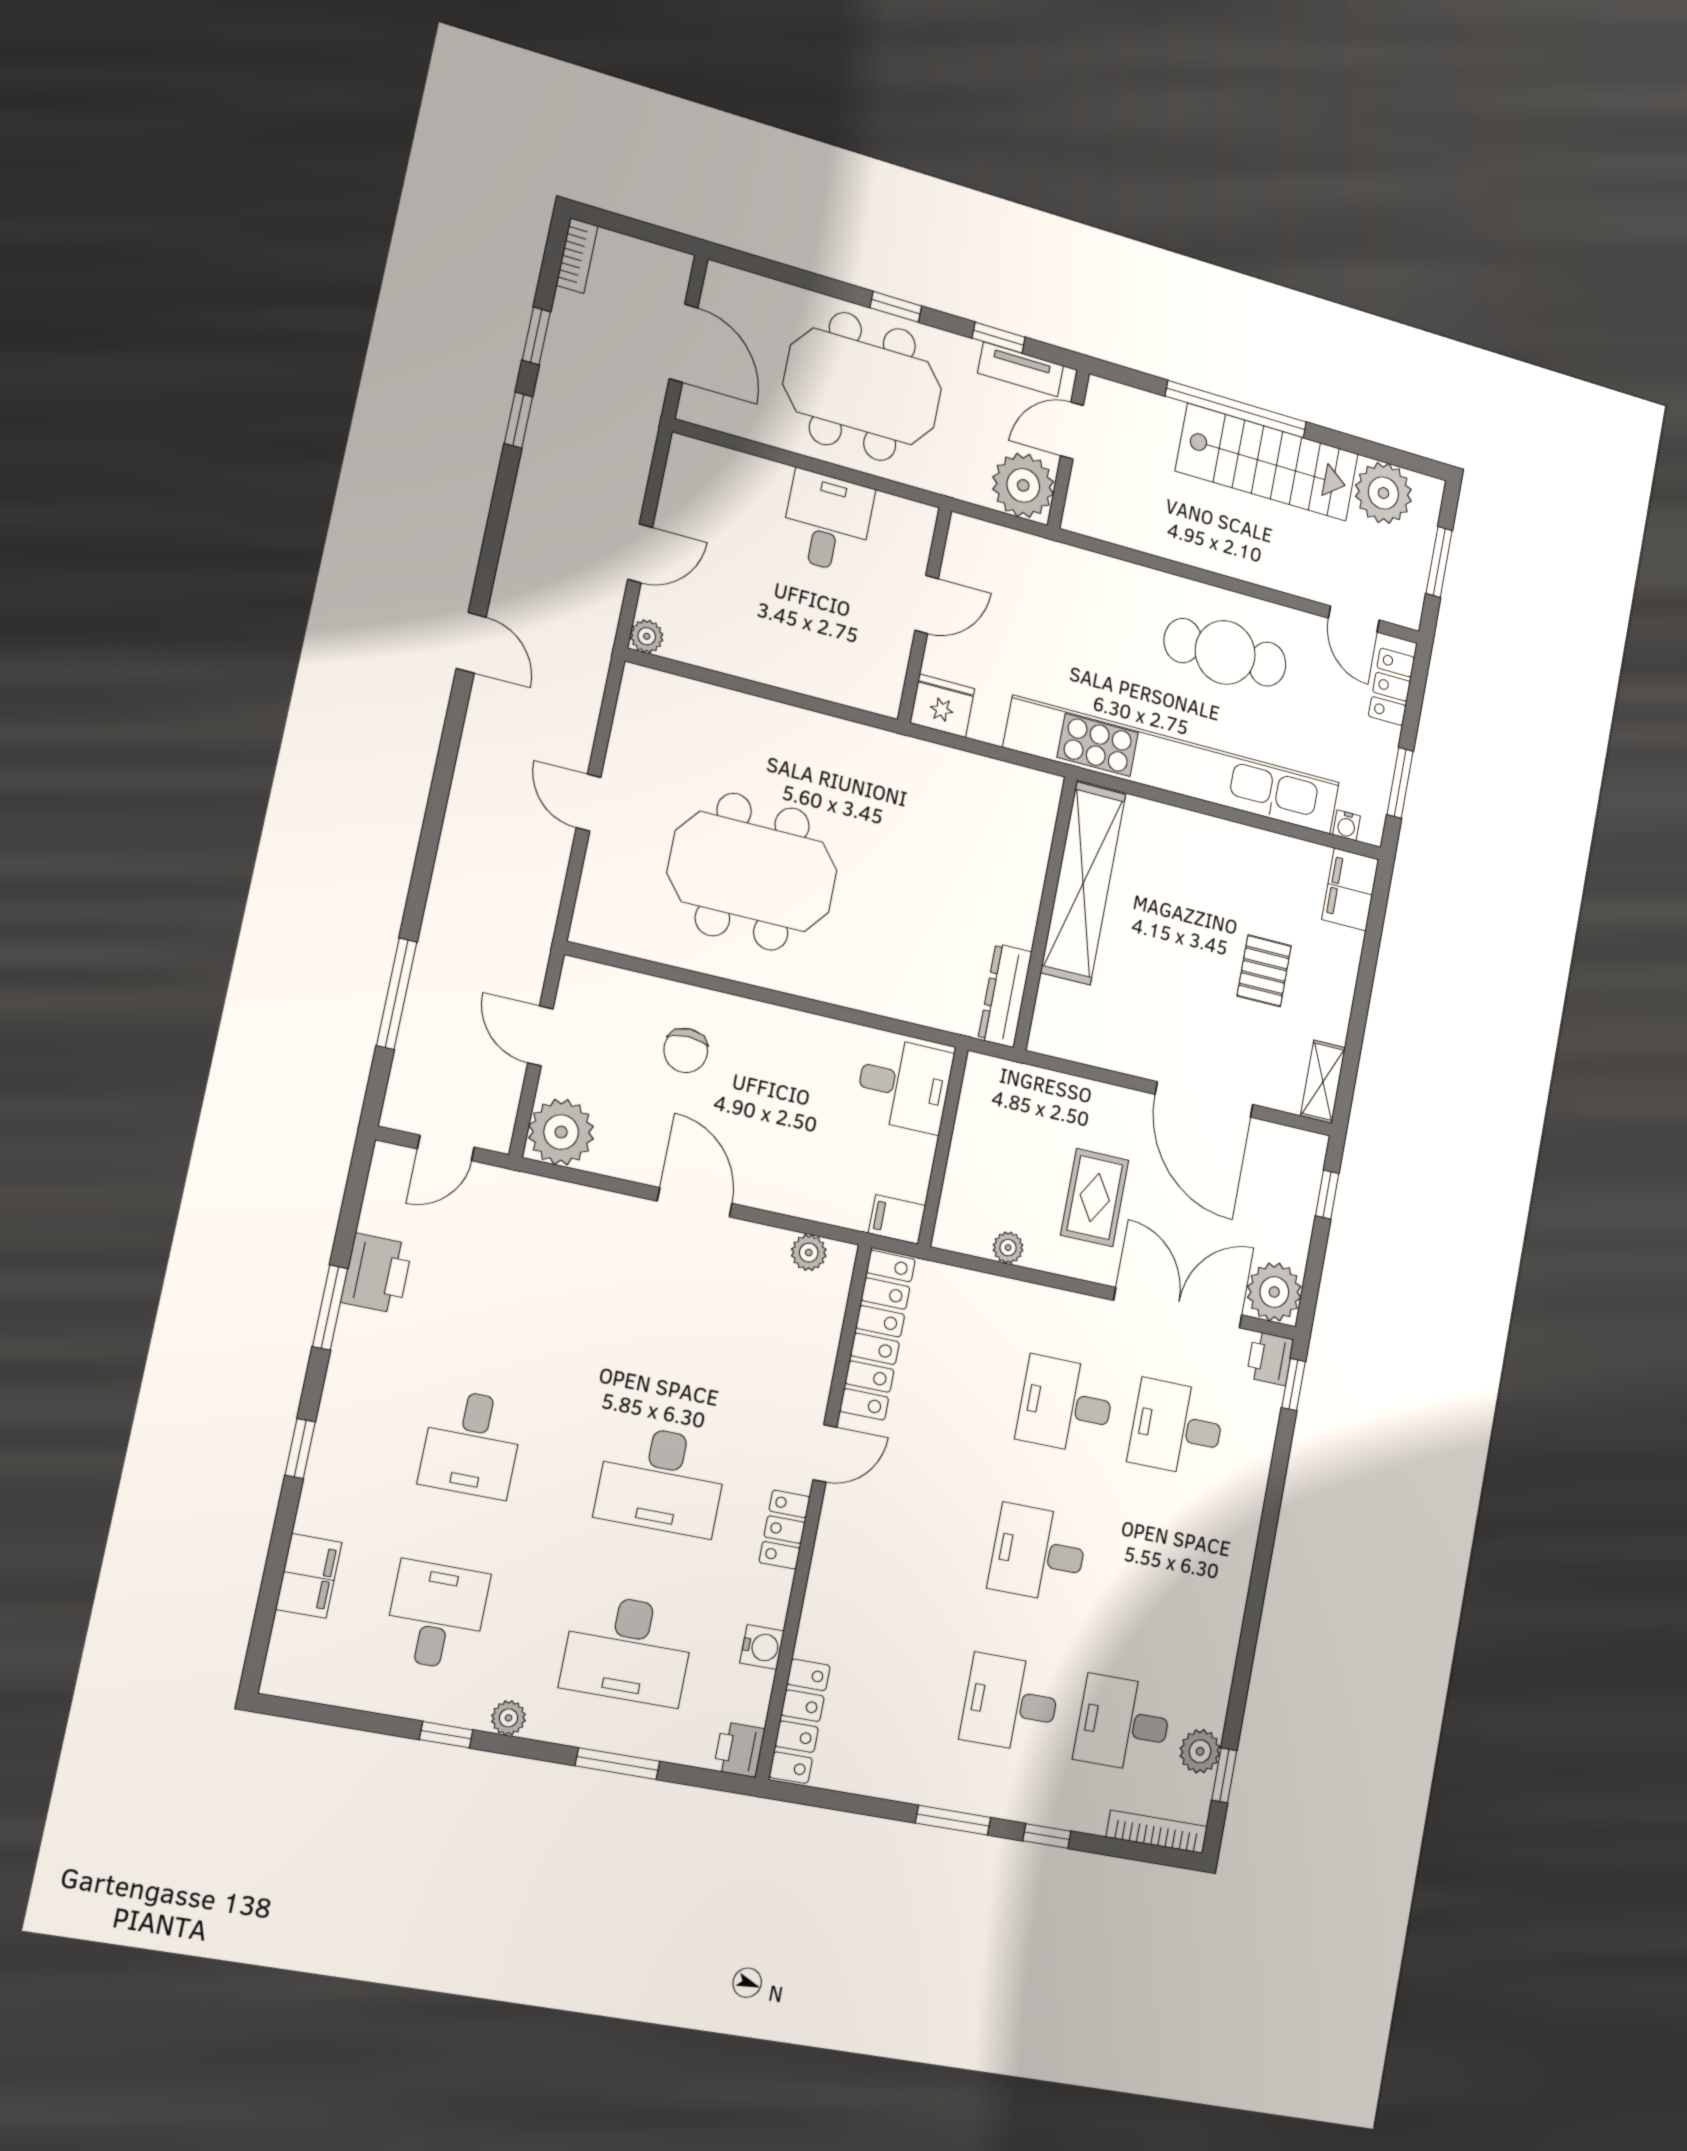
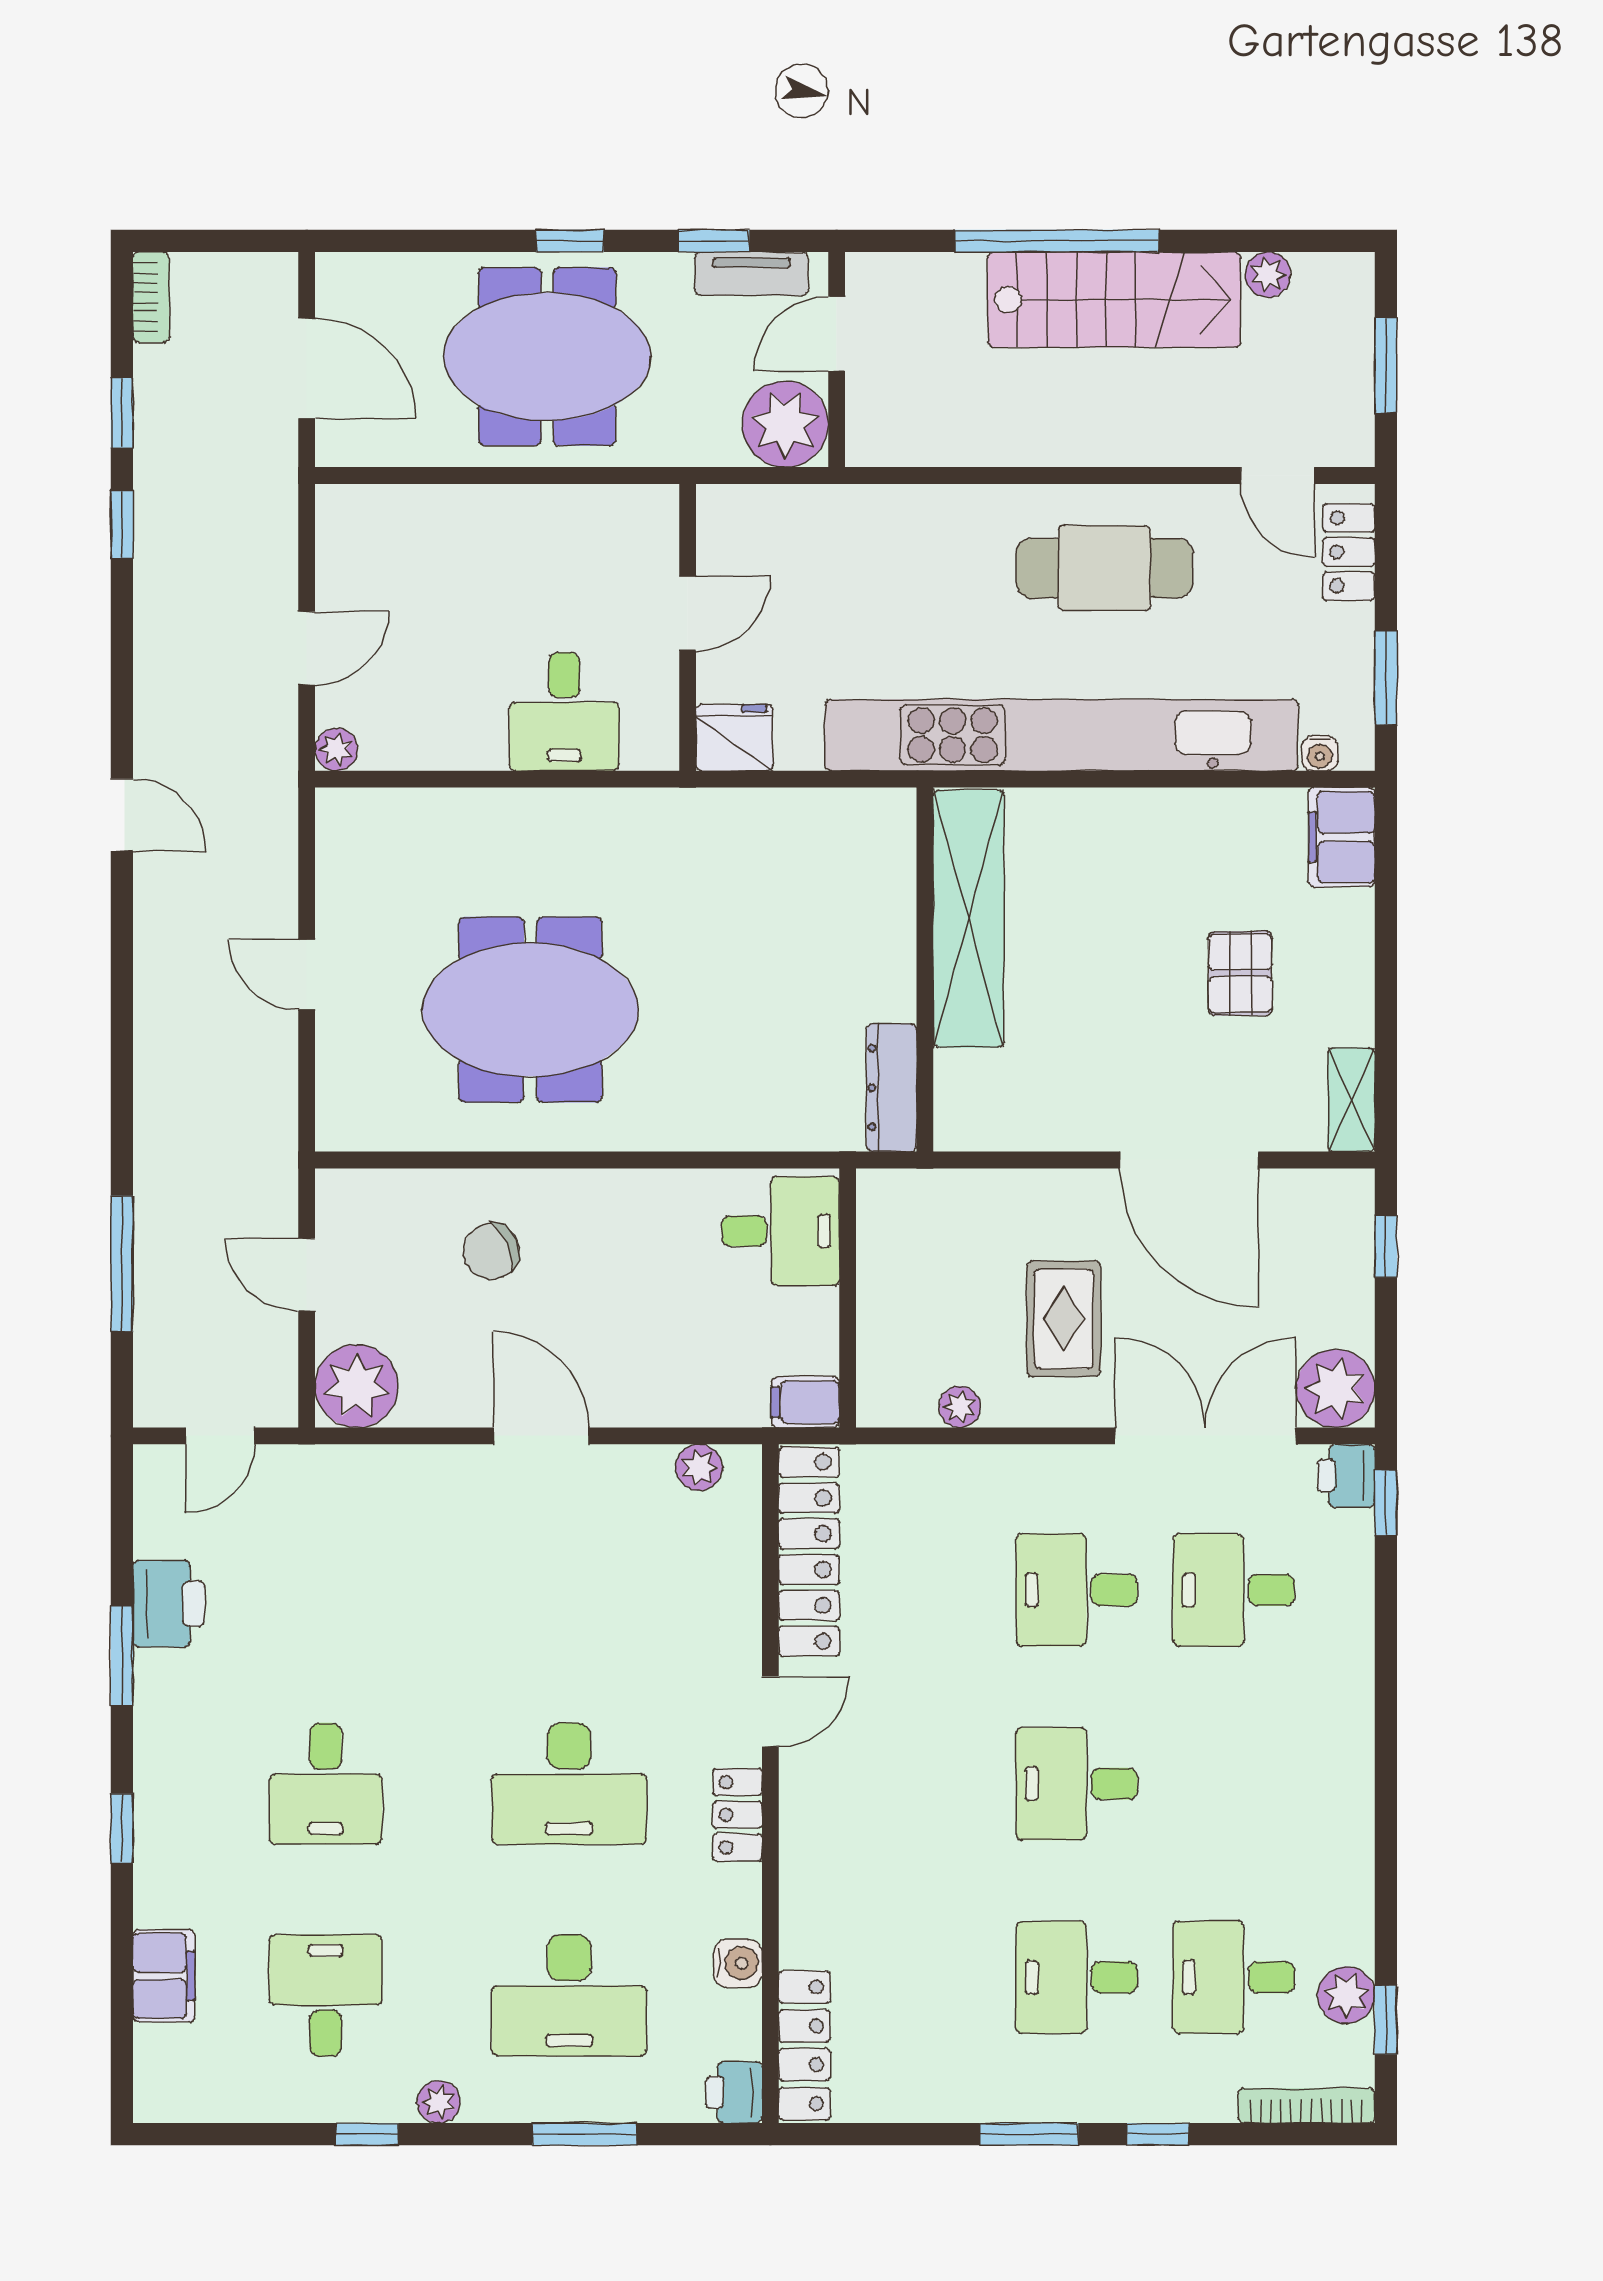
plant: (1383, 493) -> (1268, 275), width x0.53, depth x0.53
desk: (827, 522) -> (564, 712), moved, turned 180
chair: (686, 1050) -> (491, 1251), turned 65

